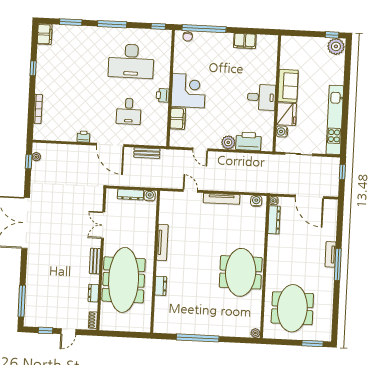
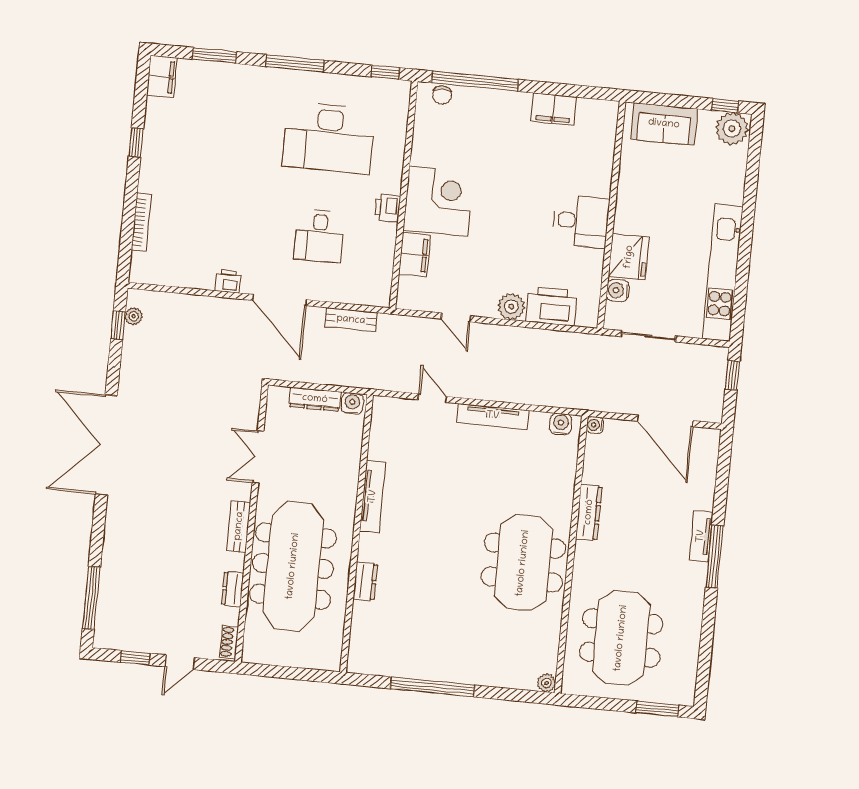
sofa: (288, 86) -> (664, 124), moved, turned 90
dresser: (274, 220) -> (589, 512), moved

